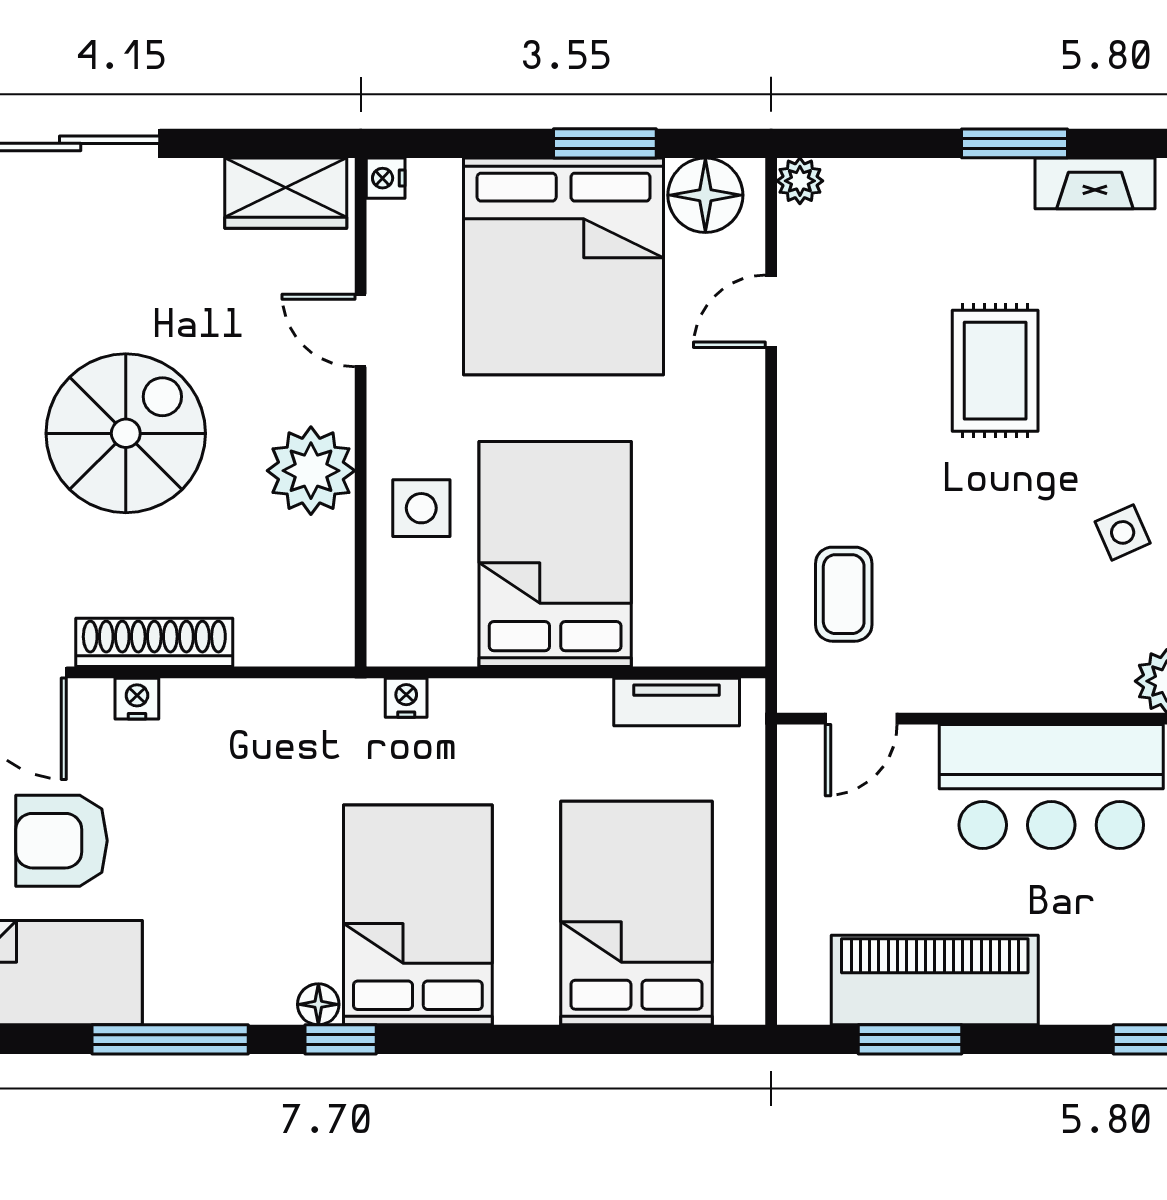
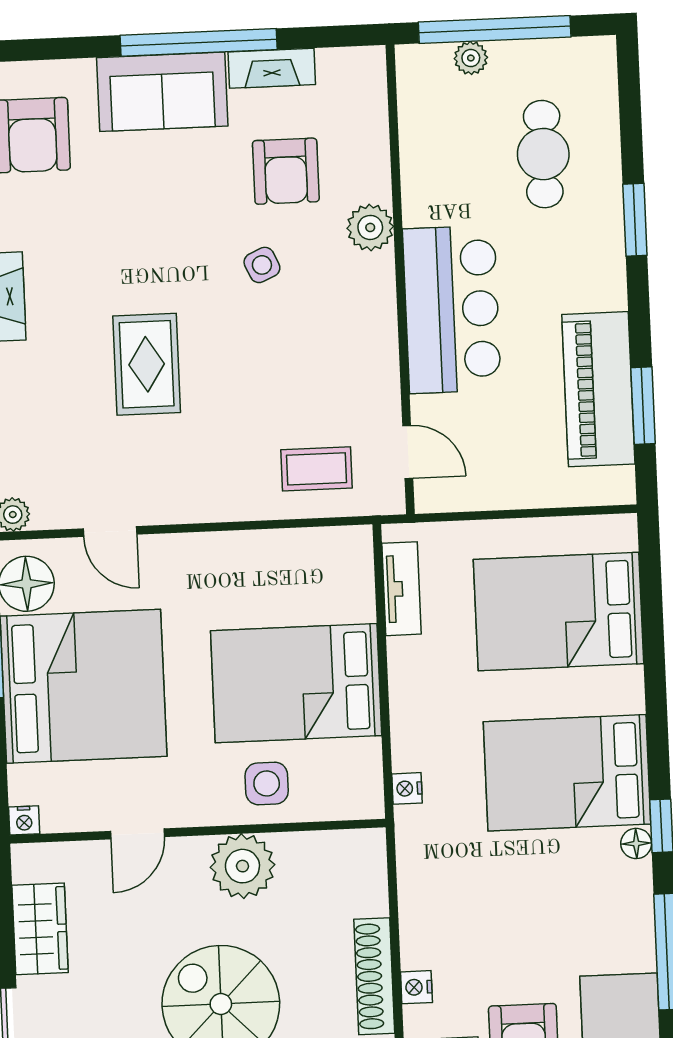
wardrobe: (286, 193) -> (40, 929), moved
rug: (995, 371) -> (147, 364), turned 90

